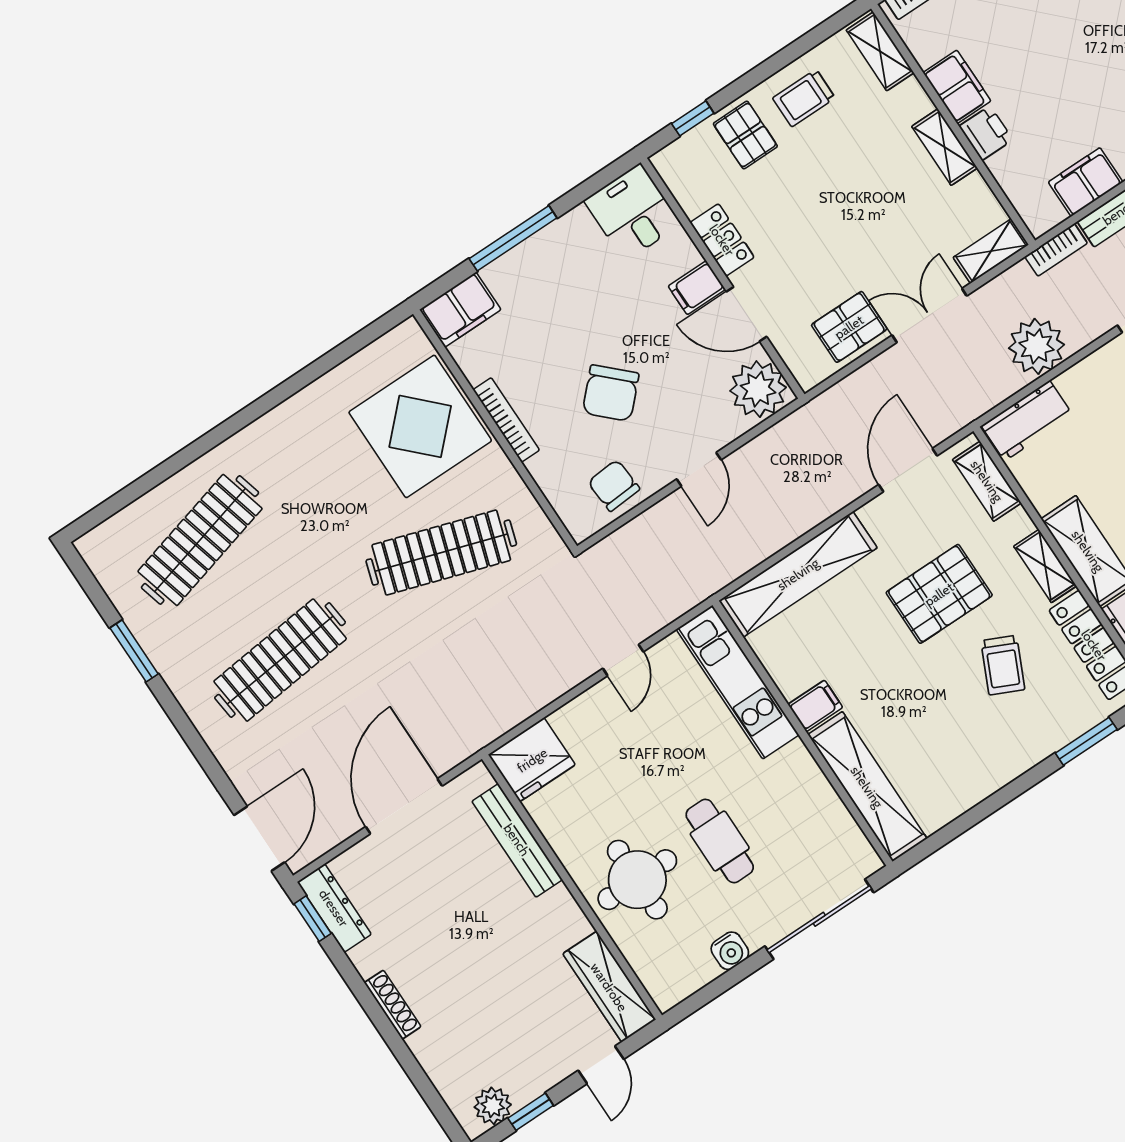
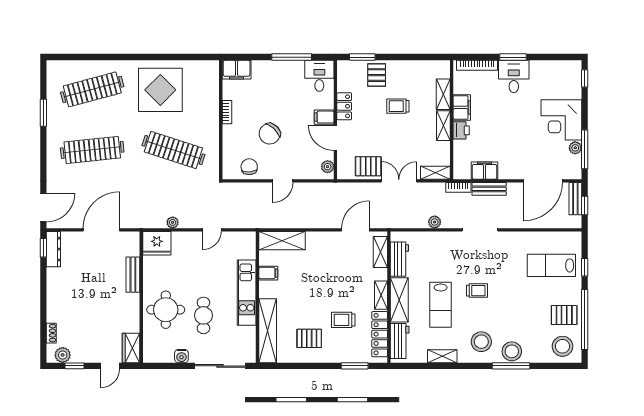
shelving: (880, 51) -> (443, 94), moved
trolley: (804, 98) -> (398, 106), moved
window: (693, 118) -> (362, 57), width x1.50
window: (513, 238) -> (292, 57), moved
plant: (1036, 346) -> (435, 222), width x0.53, depth x0.53
plant: (758, 389) -> (328, 167), width x0.53, depth x0.53
bookcase: (506, 420) -> (227, 112), width x0.64
workbench: (1027, 421) -> (399, 259), moved, turned -90
display table: (420, 426) -> (160, 90), moved
shelving: (798, 574) -> (282, 241), width x0.68
pallet: (939, 594) -> (309, 338), moved, width x0.67, depth x0.71
trolley: (1003, 665) -> (343, 320), turned 65
kitchen unit: (738, 682) -> (247, 293), moved
plant: (535, 698) -> (173, 222), added
filing cabinet: (815, 706) -> (268, 273), moved
bench: (517, 840) -> (133, 275), width x0.73
wardrobe: (609, 987) -> (131, 348), width x0.67
shoe rack: (393, 1005) -> (51, 333), moved, width x0.70

